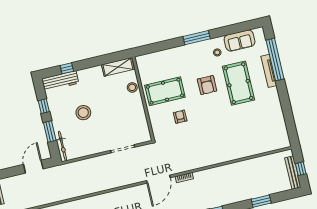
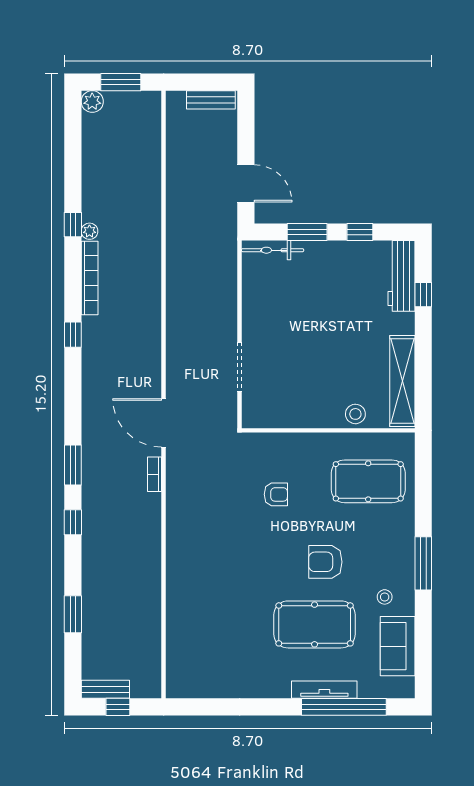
shelving: (118, 67) -> (402, 381), width x1.47
pool table: (165, 91) -> (368, 481), moved, turned 90
stool: (83, 113) -> (329, 306), removed
bench: (293, 173) -> (105, 689), width x0.73

